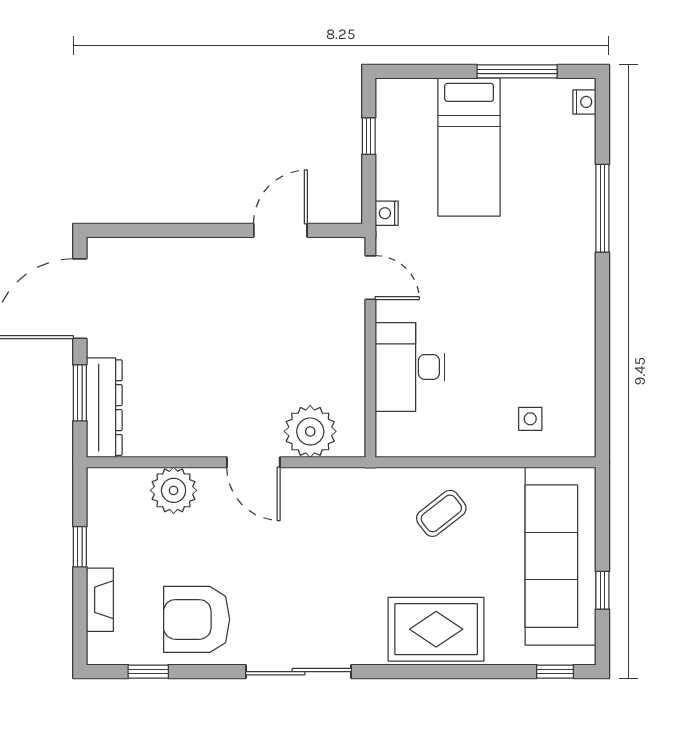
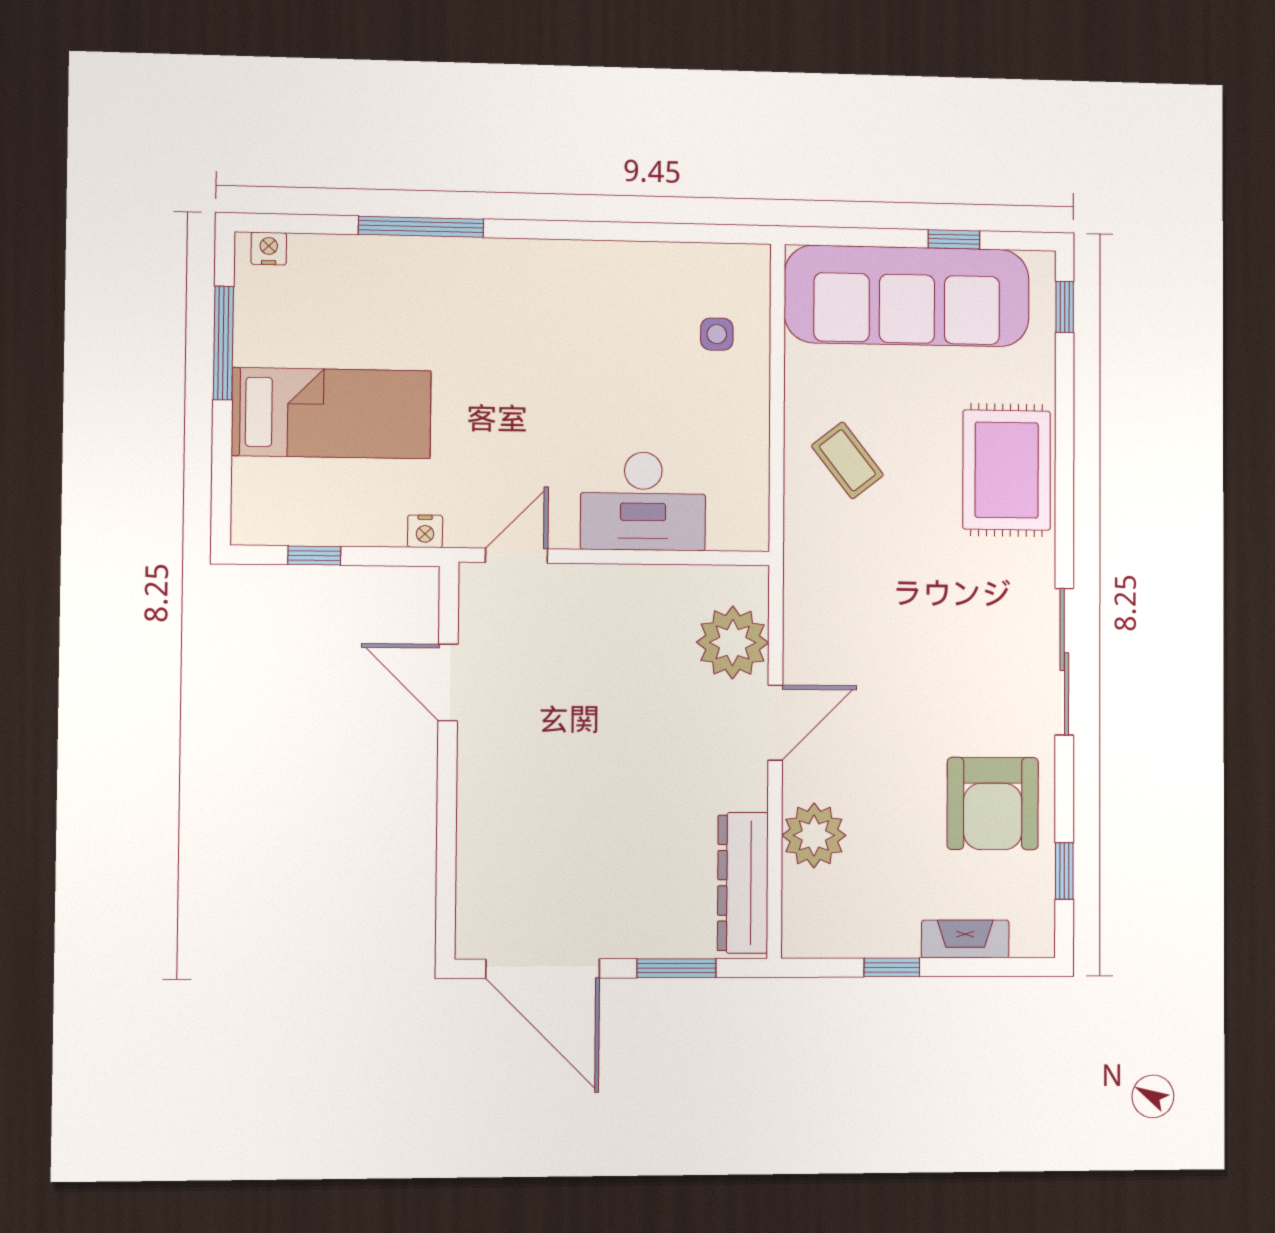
dresser: (104, 408) -> (743, 883), moved, turned -90

